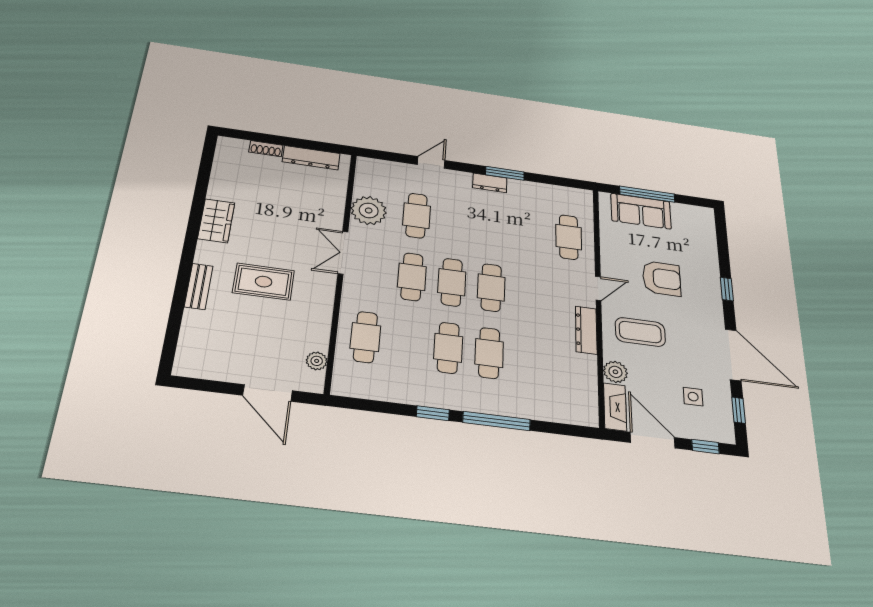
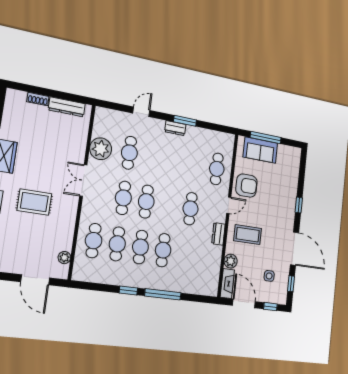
armchair: (662, 278) -> (246, 186), moved
cafe table: (491, 288) -> (190, 209), moved
dresser: (586, 330) -> (218, 234), width x0.70
cafe table: (407, 342) -> (117, 244), added

